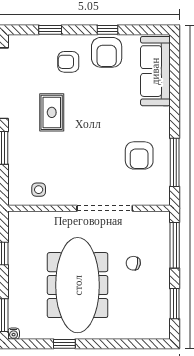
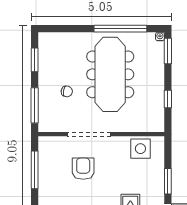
armchair: (139, 155) -> (83, 169), moved
side table: (39, 190) -> (140, 149), width x1.87, depth x1.87
window: (64, 344) -> (120, 29), width x3.17

